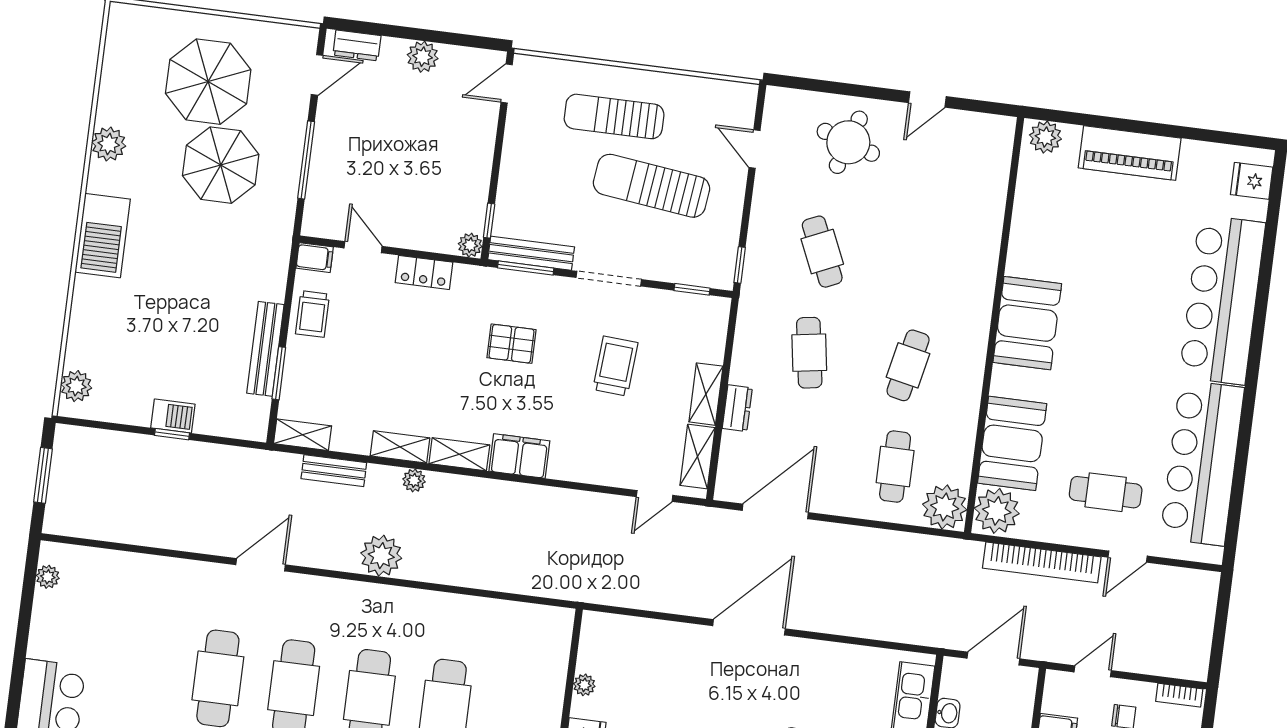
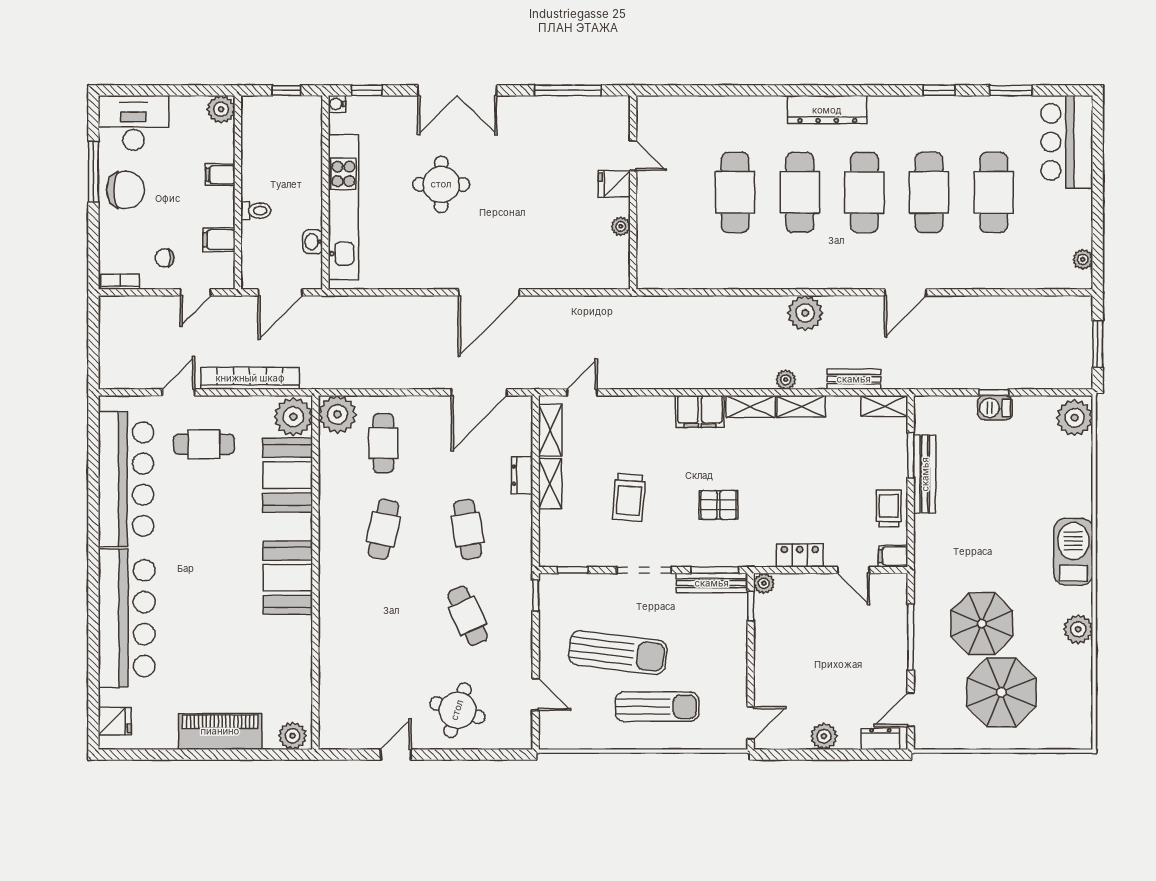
plant: (76, 386) -> (1075, 418), width x1.36, depth x1.36
cafe table: (142, 669) -> (994, 192), added

